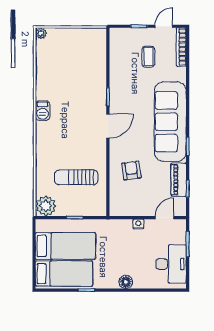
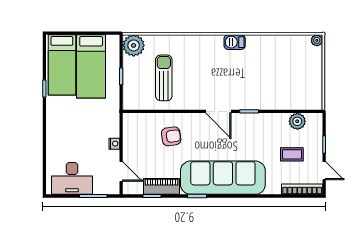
plant: (117, 52) -> (297, 121), added
floor lamp: (126, 282) -> (53, 130), removed

